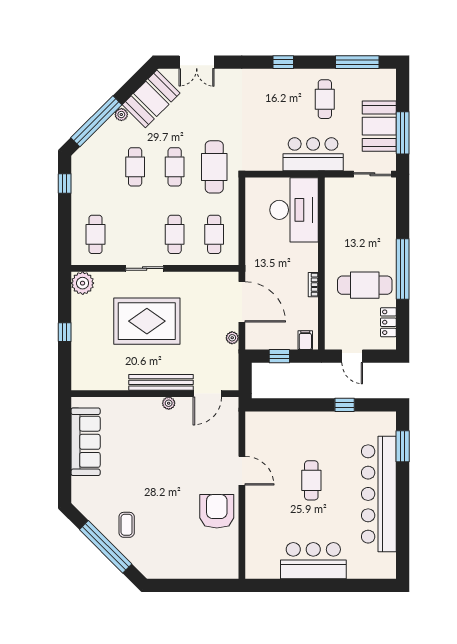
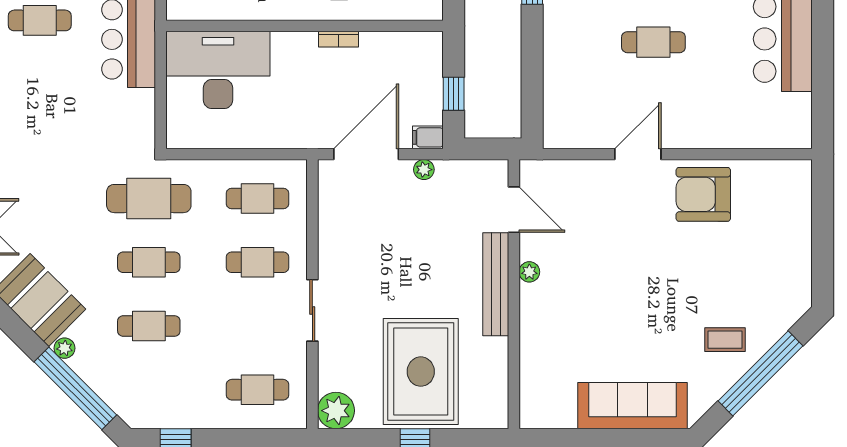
rug: (147, 321) -> (421, 372), moved
filing cabinet: (305, 340) -> (428, 137), moved
sofa: (86, 442) -> (632, 406), moved

